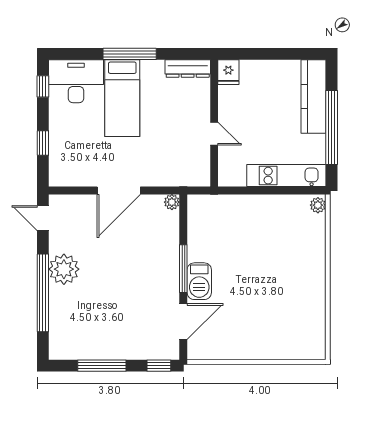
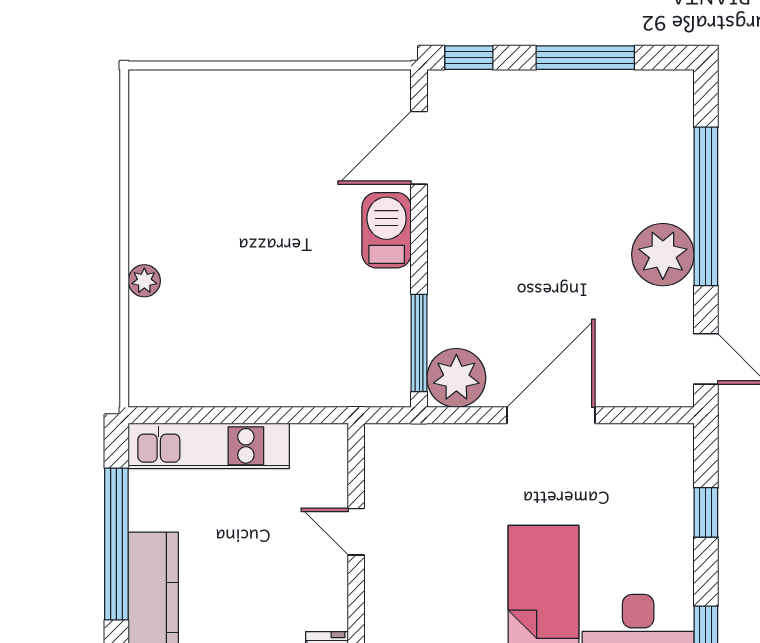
plant: (172, 202) -> (456, 378), width x1.88, depth x1.88
plant: (318, 205) -> (144, 281), moved
window: (183, 269) -> (419, 343), moved

